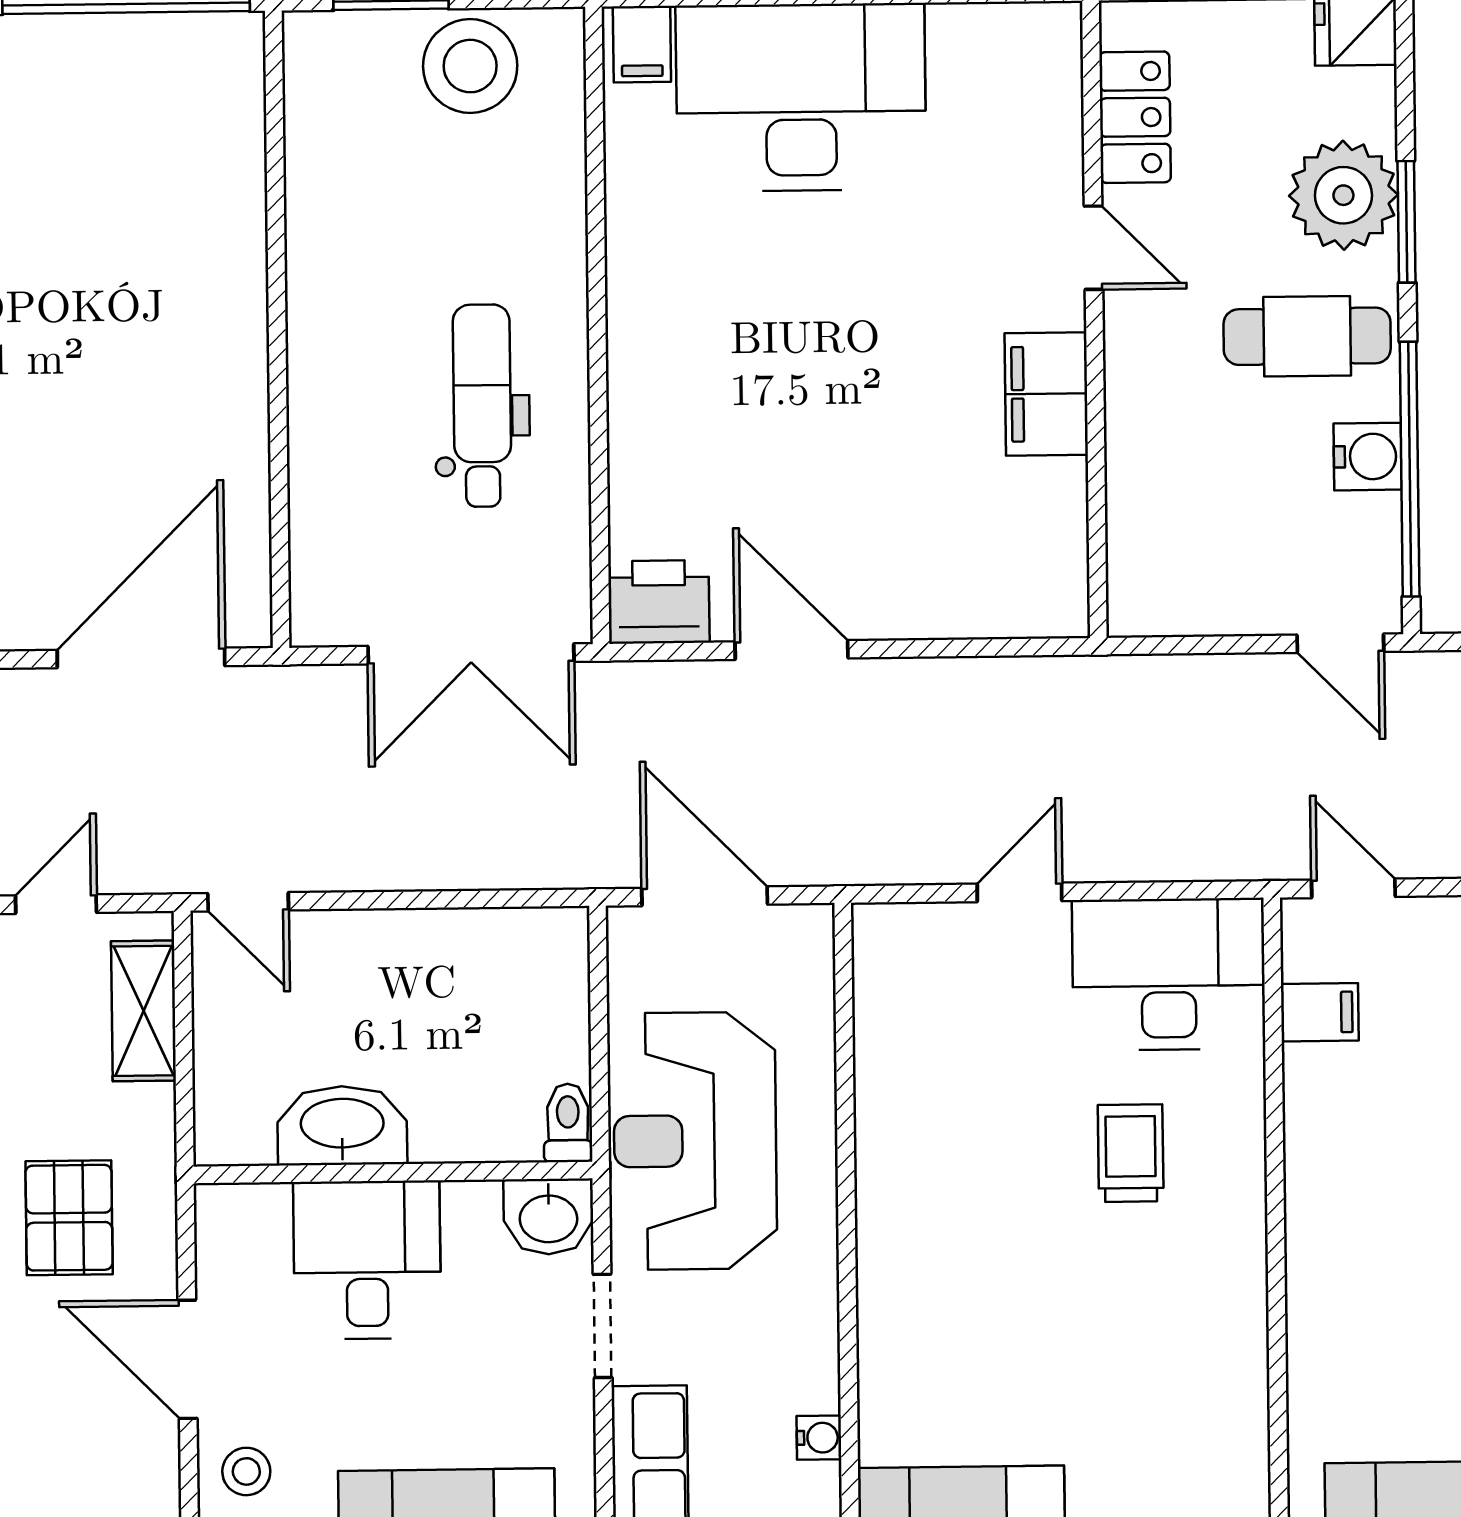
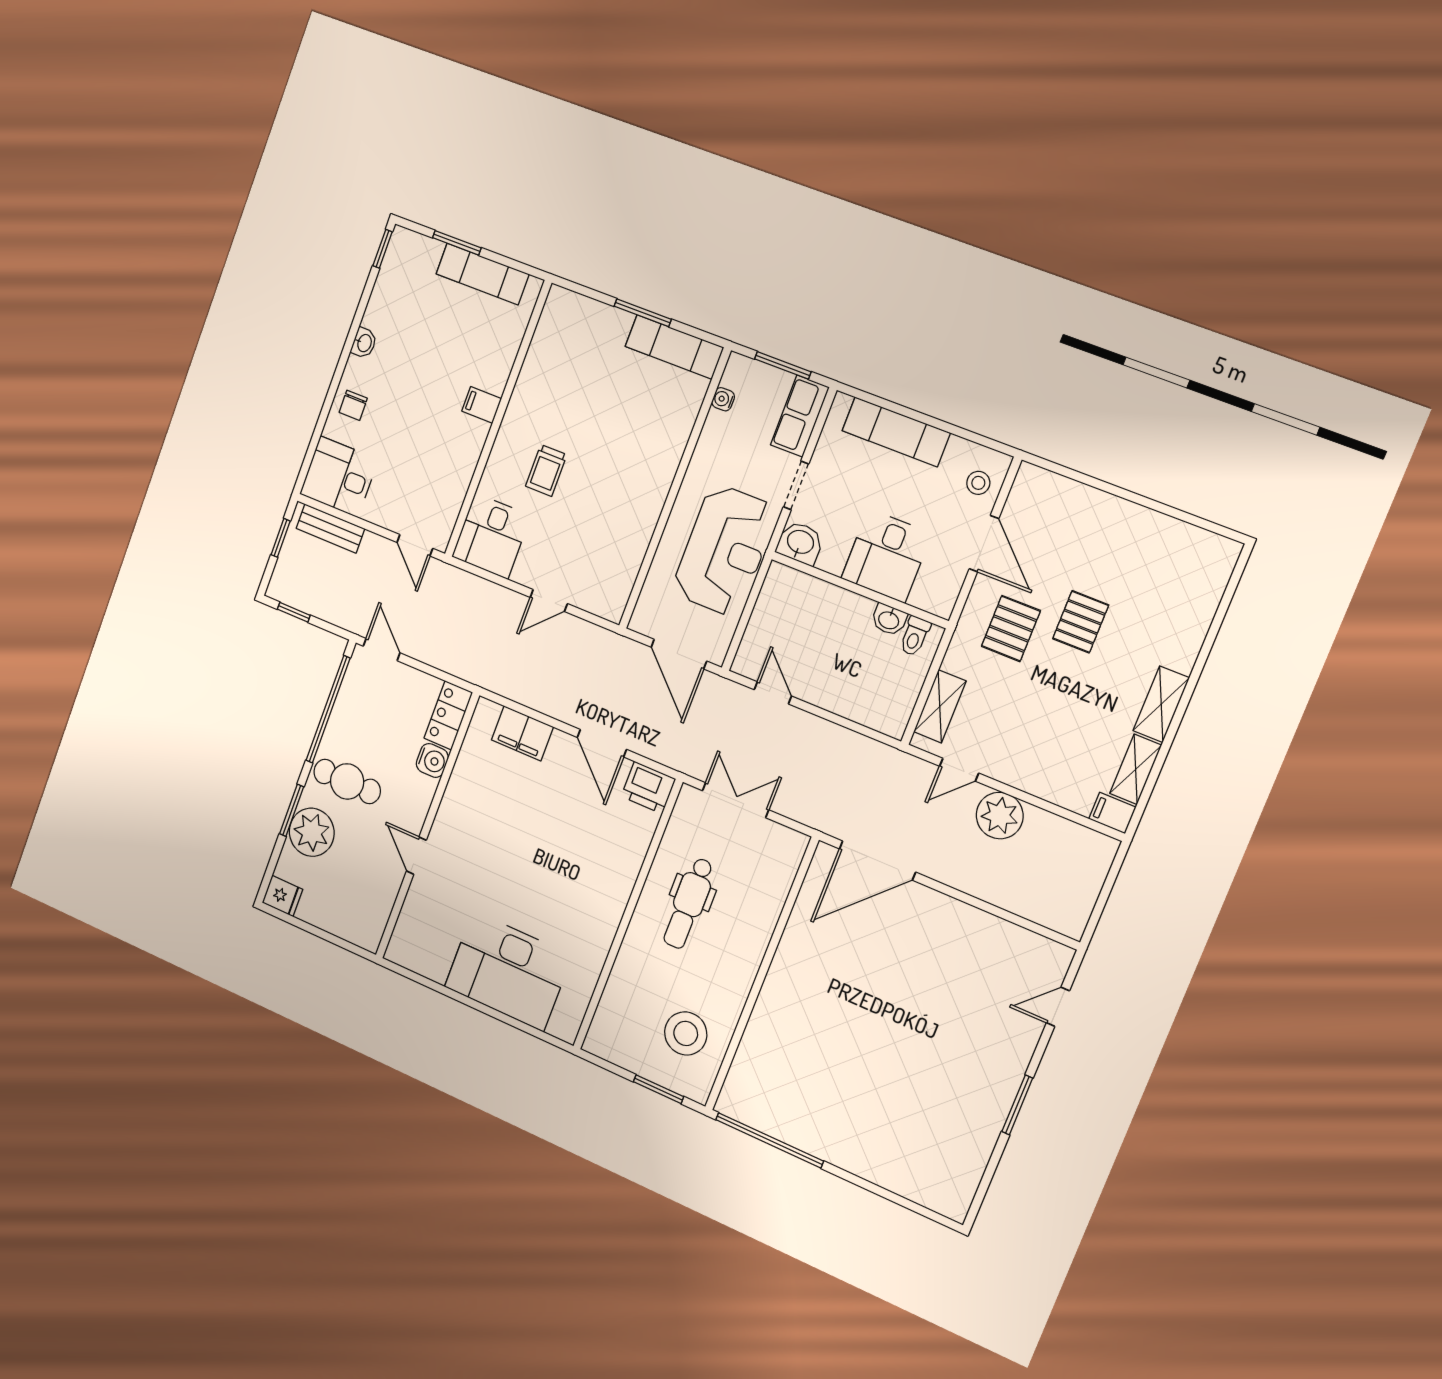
filing cabinet: (642, 44) -> (563, 1023), removed
stool: (470, 66) -> (686, 1033), moved
locker: (1135, 117) -> (448, 715), moved
filing cabinet: (1046, 394) -> (522, 733), moved, turned 90
water cooler: (1368, 457) -> (432, 760), moved, turned 180
double door: (471, 654) -> (736, 800), width x0.73
door: (248, 902) -> (773, 693), moved
desk: (1169, 974) -> (491, 536), width x0.73
filing cabinet: (1320, 1012) -> (482, 405), moved
toilet: (568, 1123) -> (915, 636), moved
washbasin: (342, 1125) -> (889, 620), width x0.52, depth x0.69

